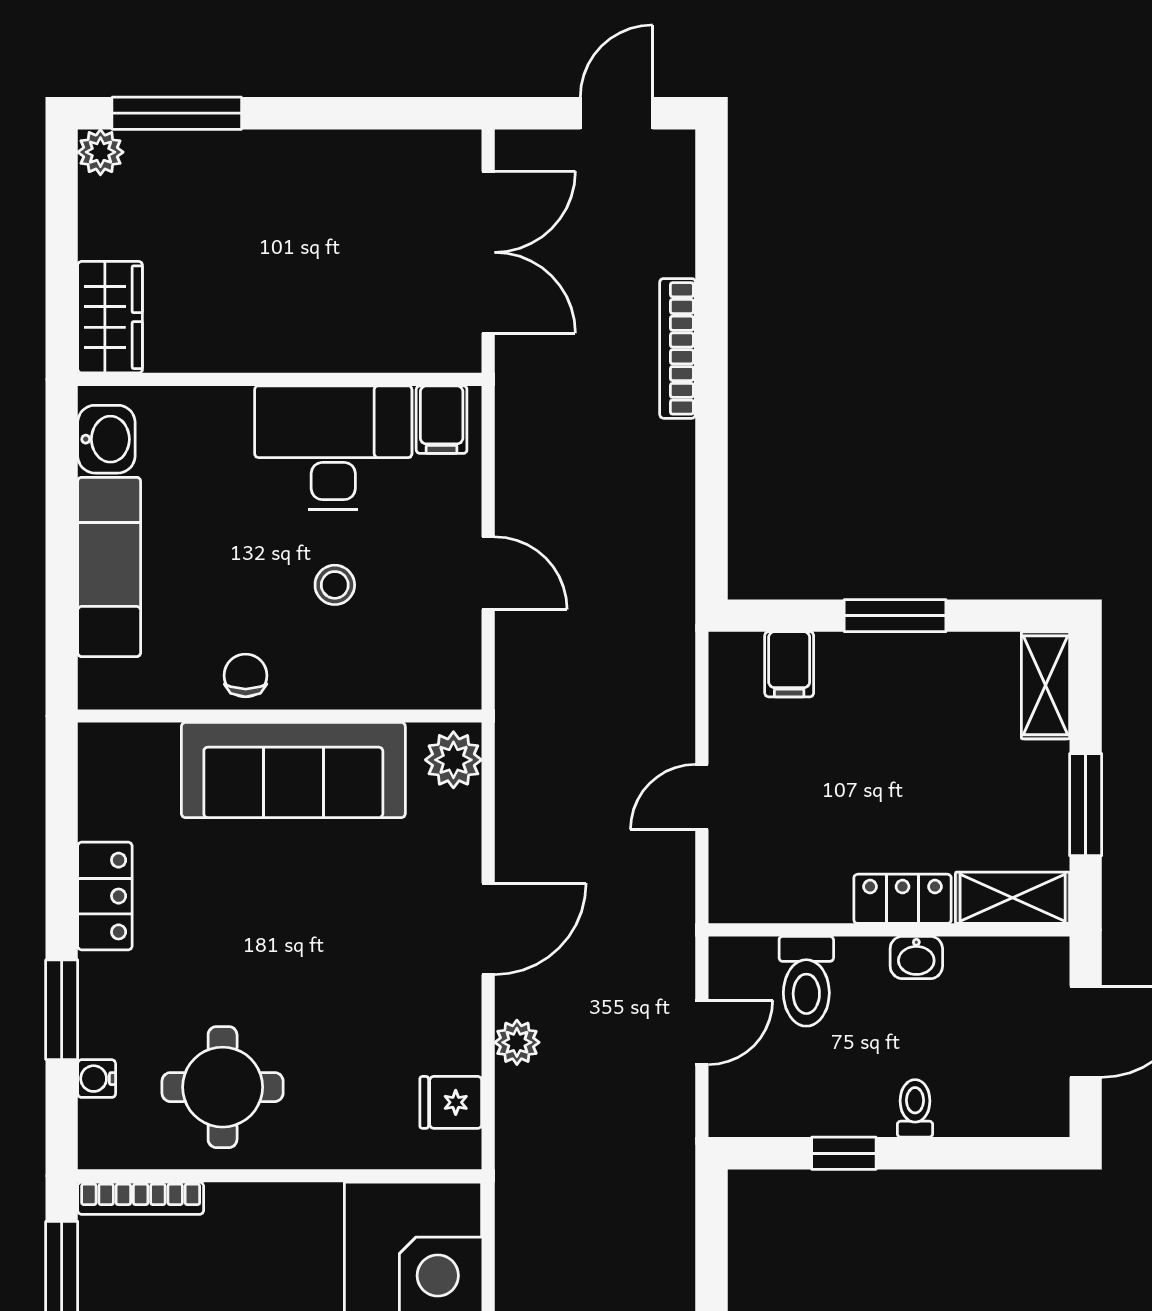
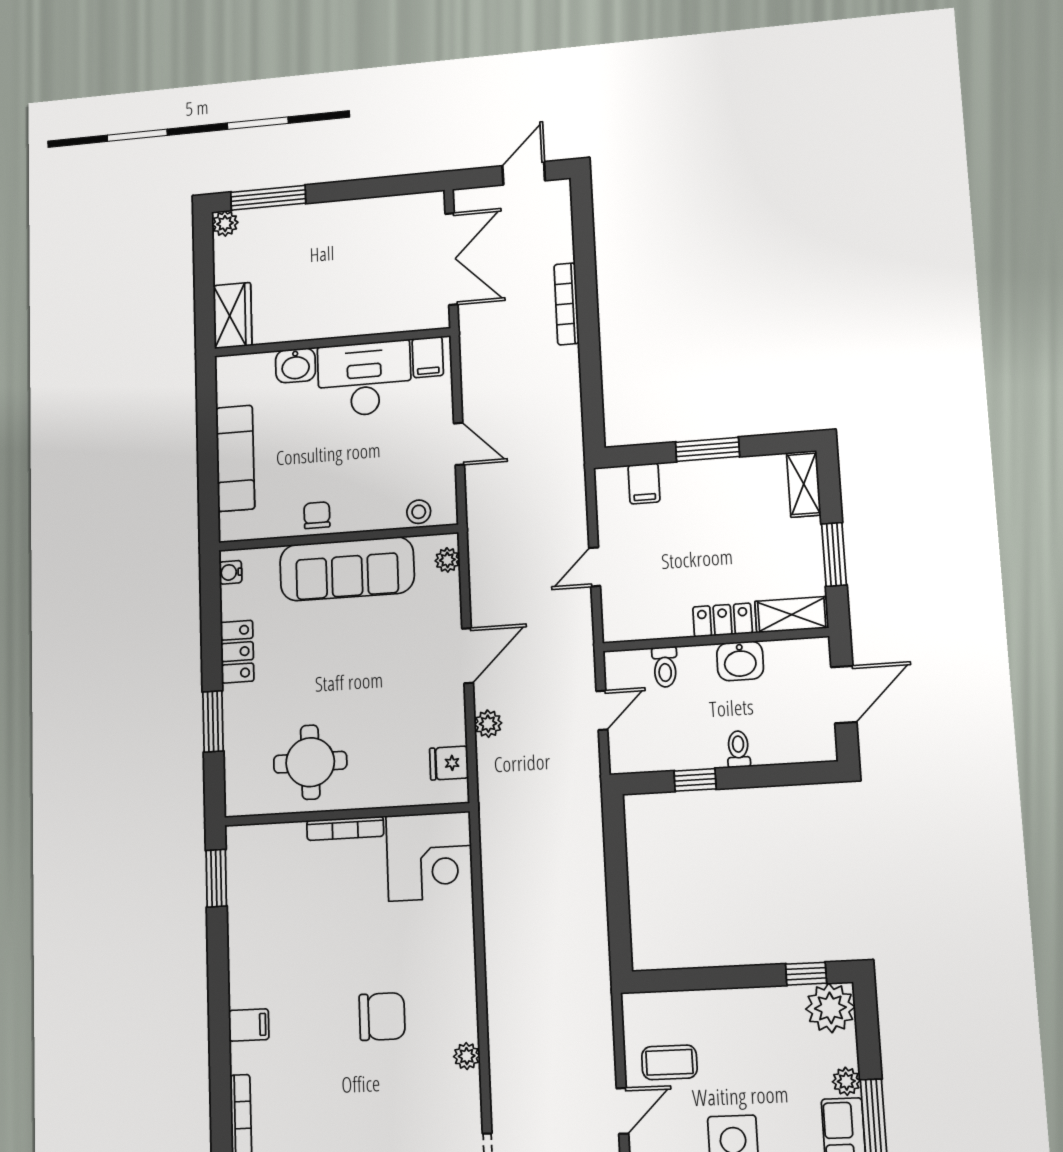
washbasin: (106, 439) -> (296, 365), moved, turned 90
stool: (335, 585) -> (419, 512), moved
plant: (453, 760) -> (447, 560), width x0.73, depth x0.73
washbasin: (916, 957) -> (740, 661), width x1.38, depth x1.45
toilet: (806, 981) -> (665, 667), width x0.73, depth x0.72
water cooler: (97, 1079) -> (231, 572), moved
bookcase: (141, 1198) -> (345, 828), moved

